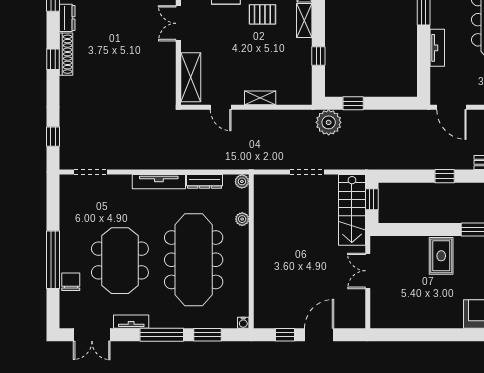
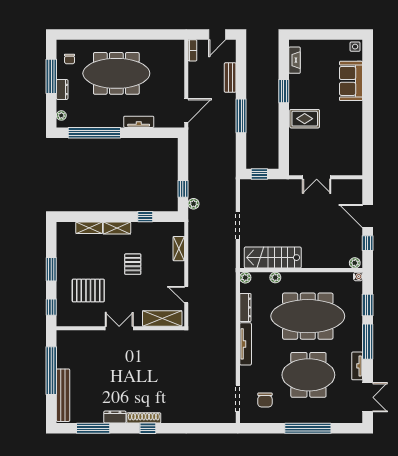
pallet: (262, 14) -> (133, 264), moved
double door: (178, 23) -> (119, 328), swing flipped
shelving: (260, 98) -> (179, 249), moved
door: (221, 107) -> (186, 295), swing flipped
plant: (329, 122) -> (194, 204), width x0.53, depth x0.53
window: (53, 137) -> (209, 428), removed
window: (445, 176) -> (241, 116), width x2.17
stairs: (352, 210) -> (273, 258), moved, turned 180
chair: (71, 282) -> (265, 400), moved, turned -90
plant: (260, 319) -> (355, 263), added

